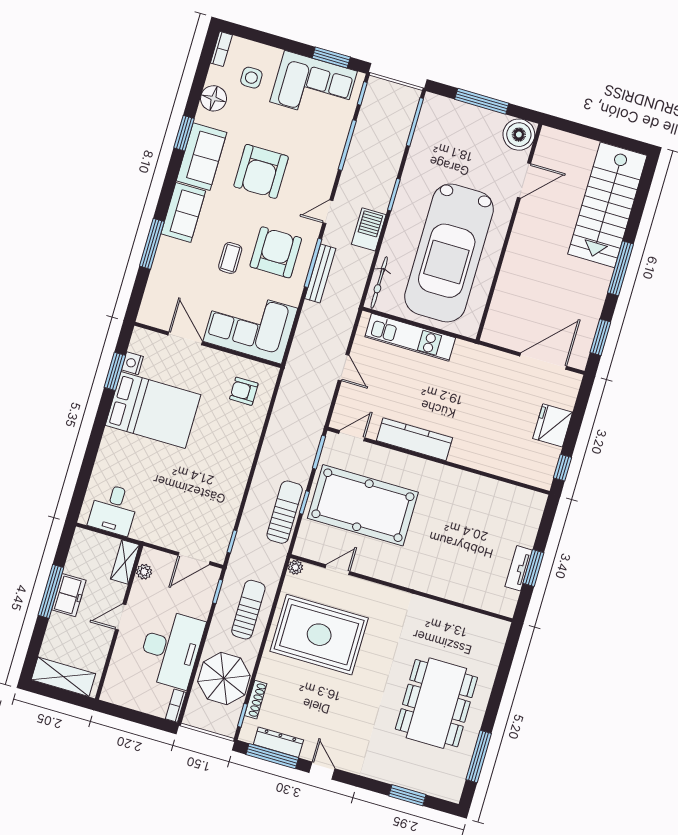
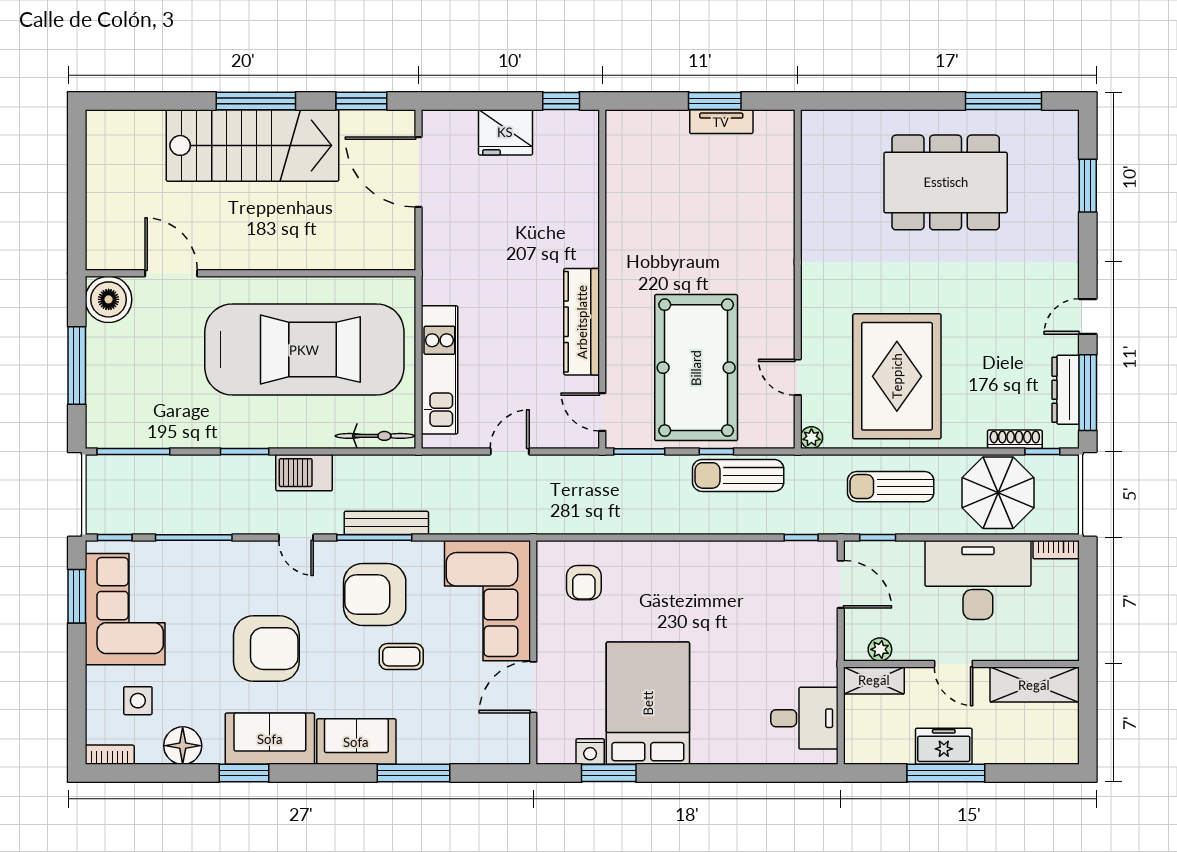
stairs: (607, 205) -> (252, 145), moved
shelving: (63, 677) -> (1034, 685), moved, turned 90

